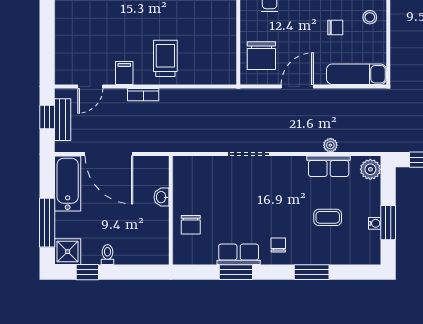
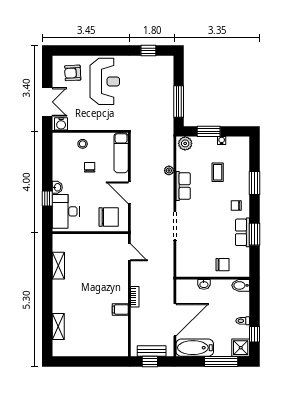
trolley: (165, 58) -> (110, 282), removed
door: (90, 87) -> (129, 252), moved
row of seats: (329, 166) -> (183, 186), moved
window: (388, 223) -> (209, 131), moved
bidet: (160, 252) -> (241, 285), added

